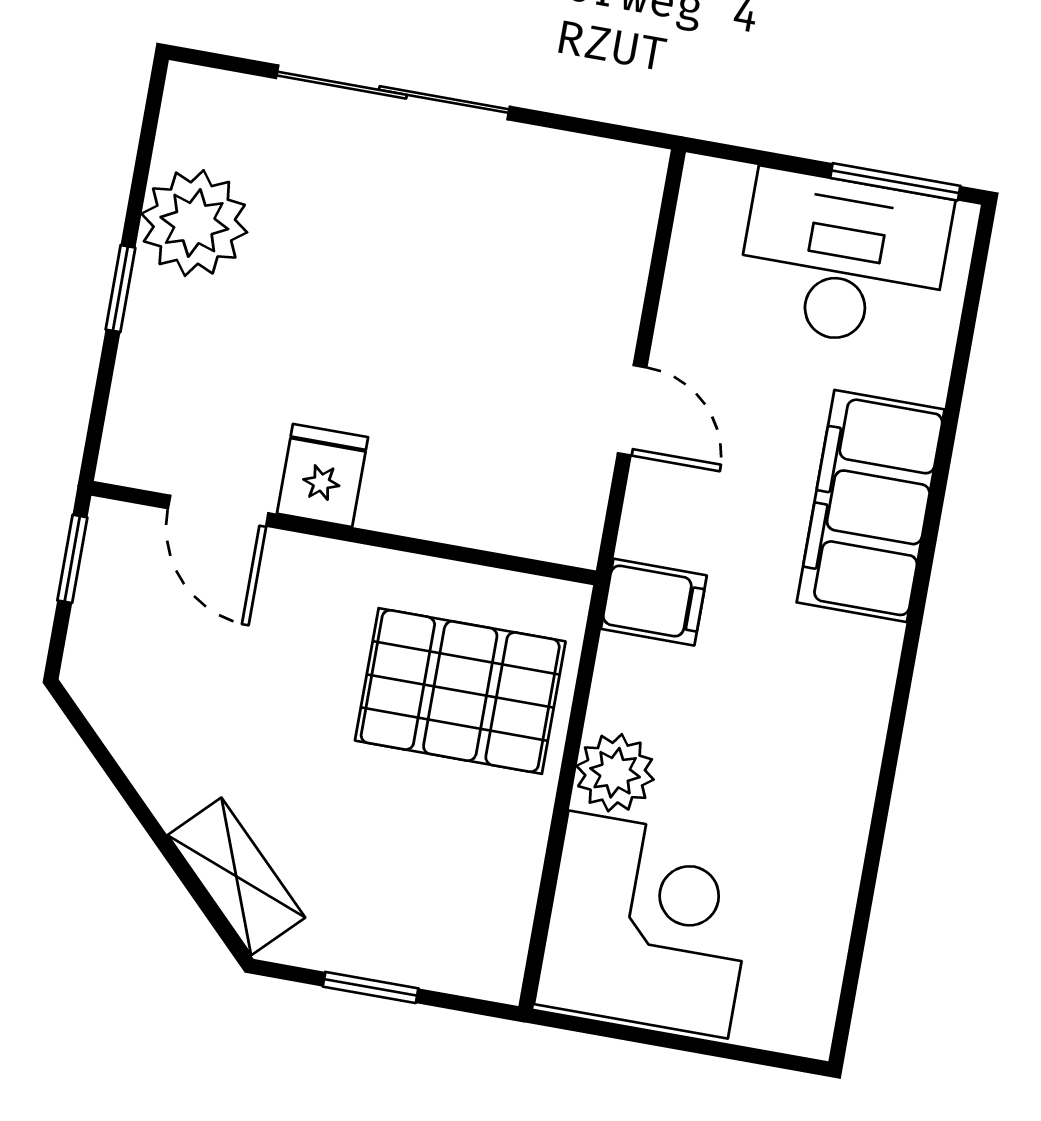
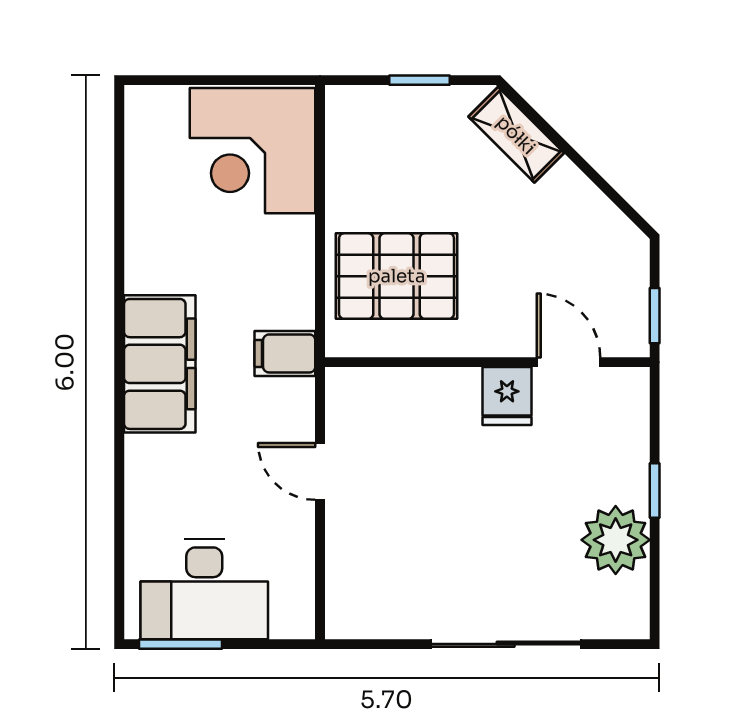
filing cabinet: (871, 506) -> (160, 364), moved
plant: (615, 773) -> (290, 242), removed

